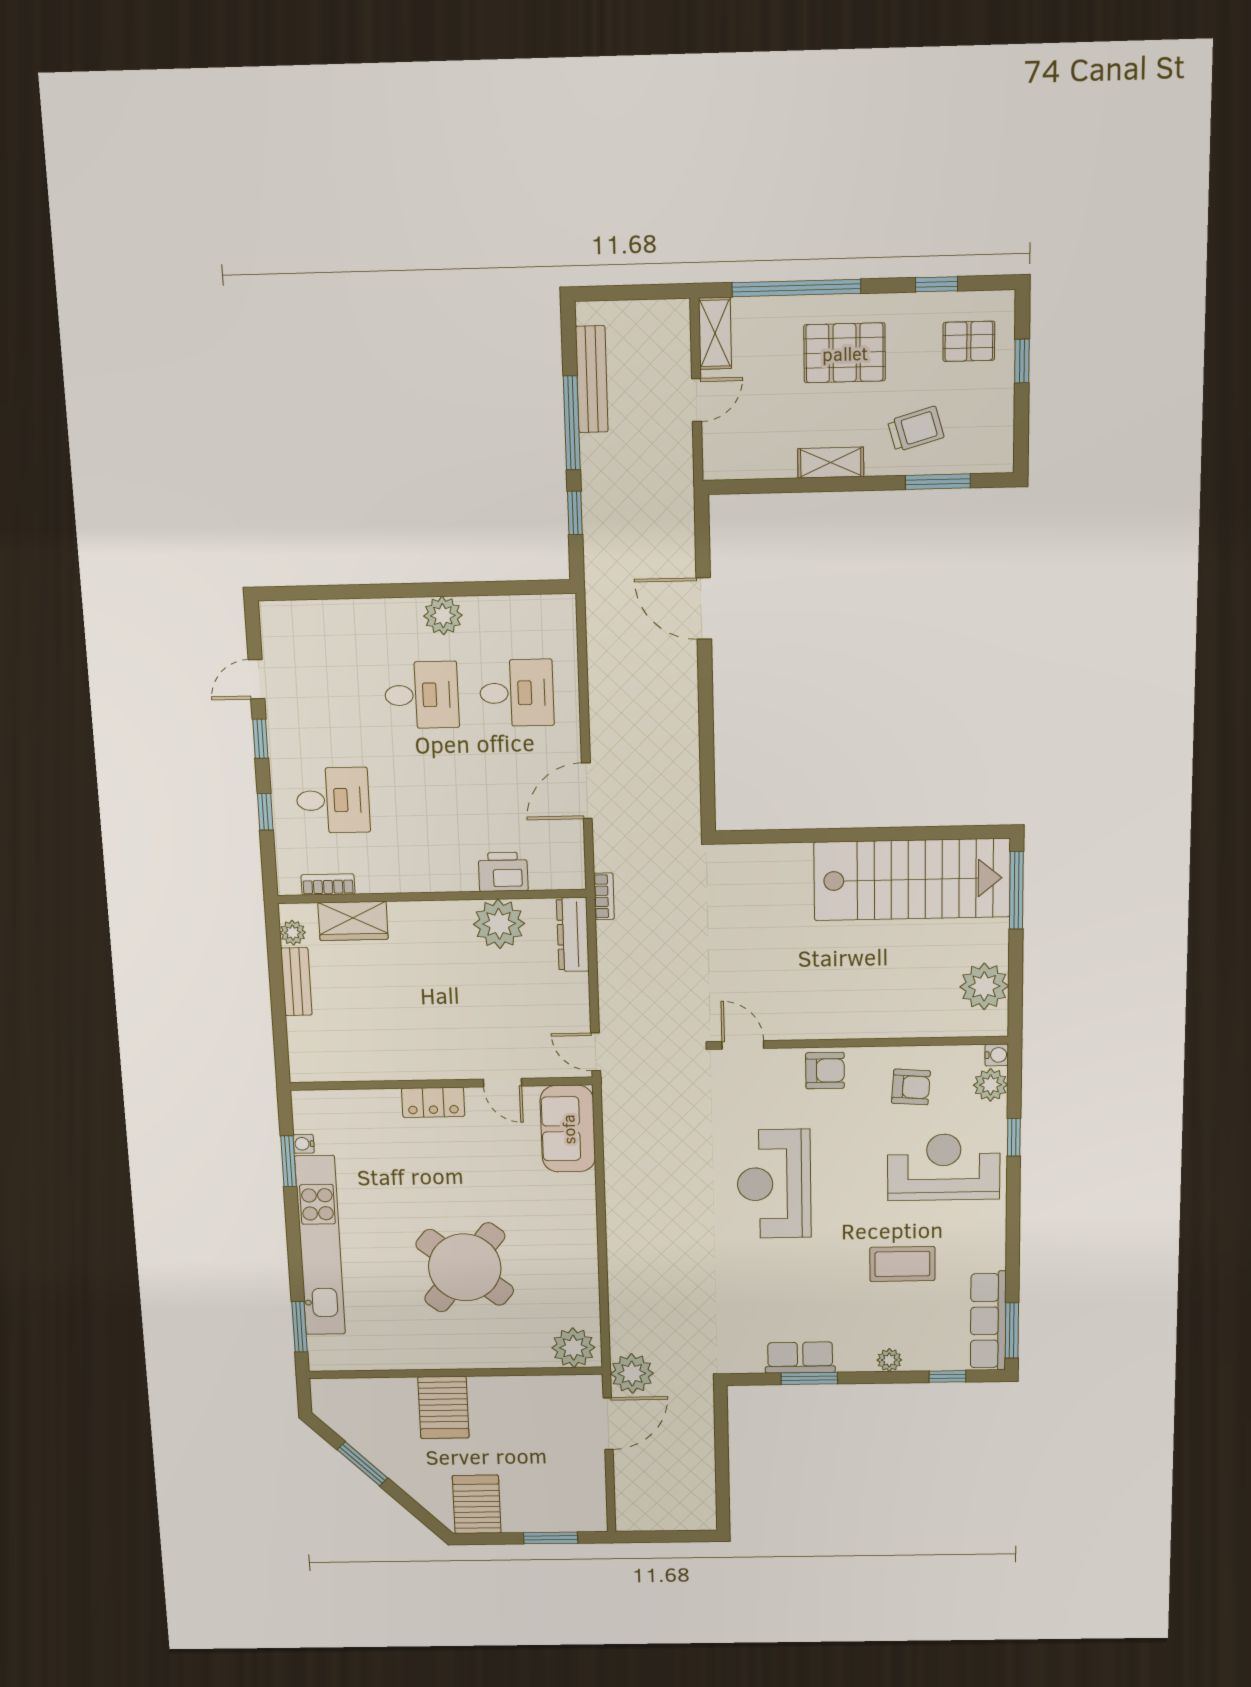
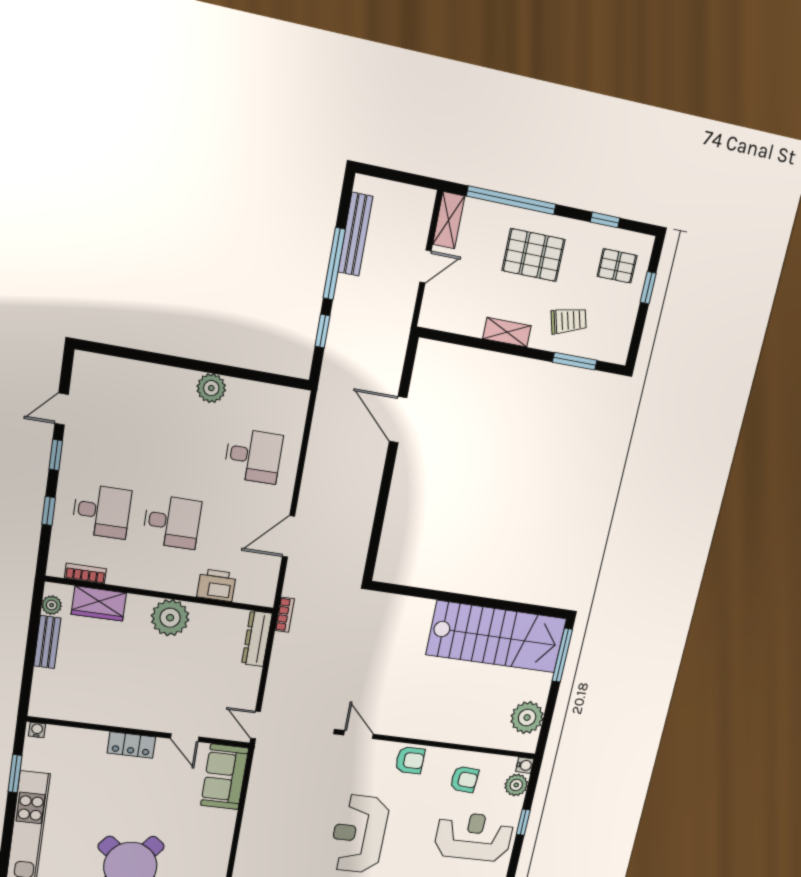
desk: (422, 695) -> (172, 522), moved
plant: (499, 924) -> (170, 618), moved
water cooler: (304, 1144) -> (37, 730), moved, turned 90

